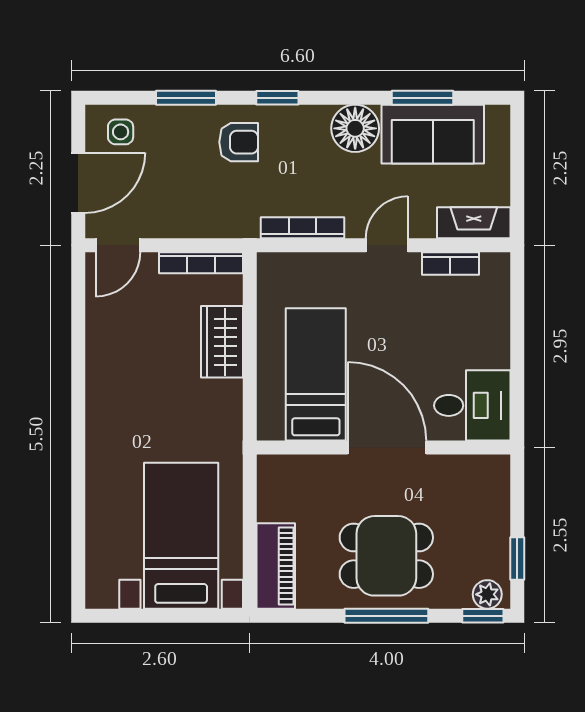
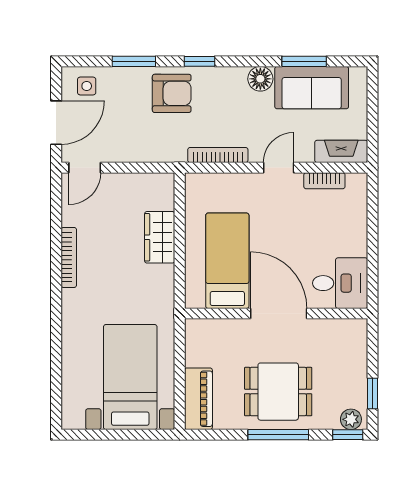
floor lamp: (355, 128) -> (260, 79), width x0.73, depth x0.73
armchair: (239, 142) -> (172, 93), width x1.38, depth x1.38
bookcase: (201, 263) -> (69, 257), moved, turned -90

